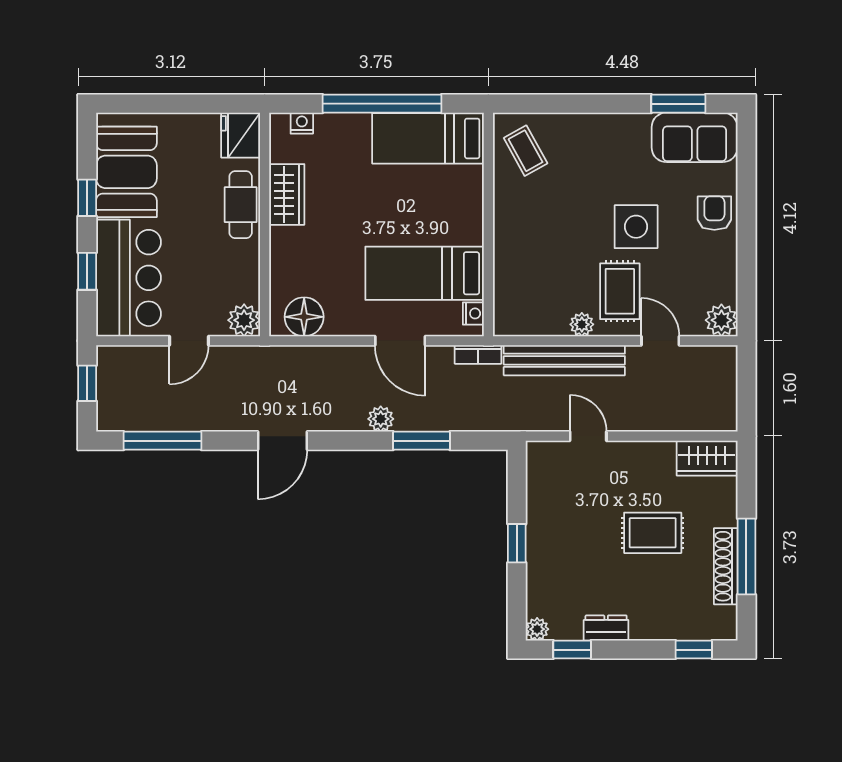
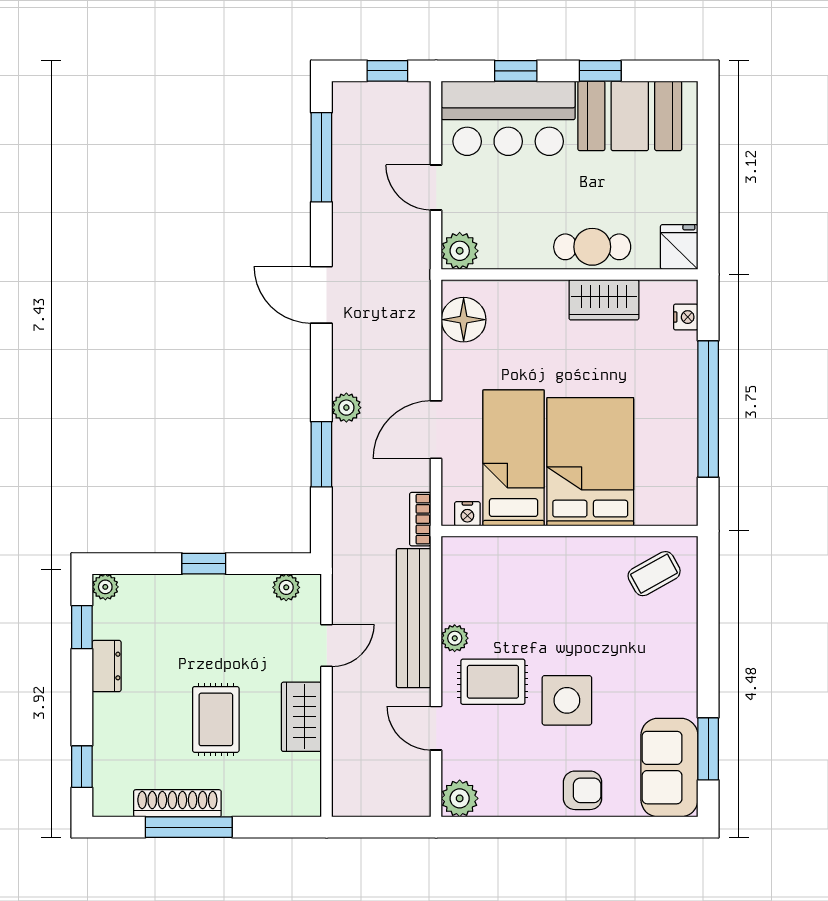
fridge: (241, 135) -> (679, 247), width x0.72
bed: (428, 138) -> (590, 462), moved, width x1.50
door: (660, 341) -> (436, 728), swing flipped
wardrobe: (707, 458) -> (301, 717), moved
plant: (537, 471) -> (286, 587), added

